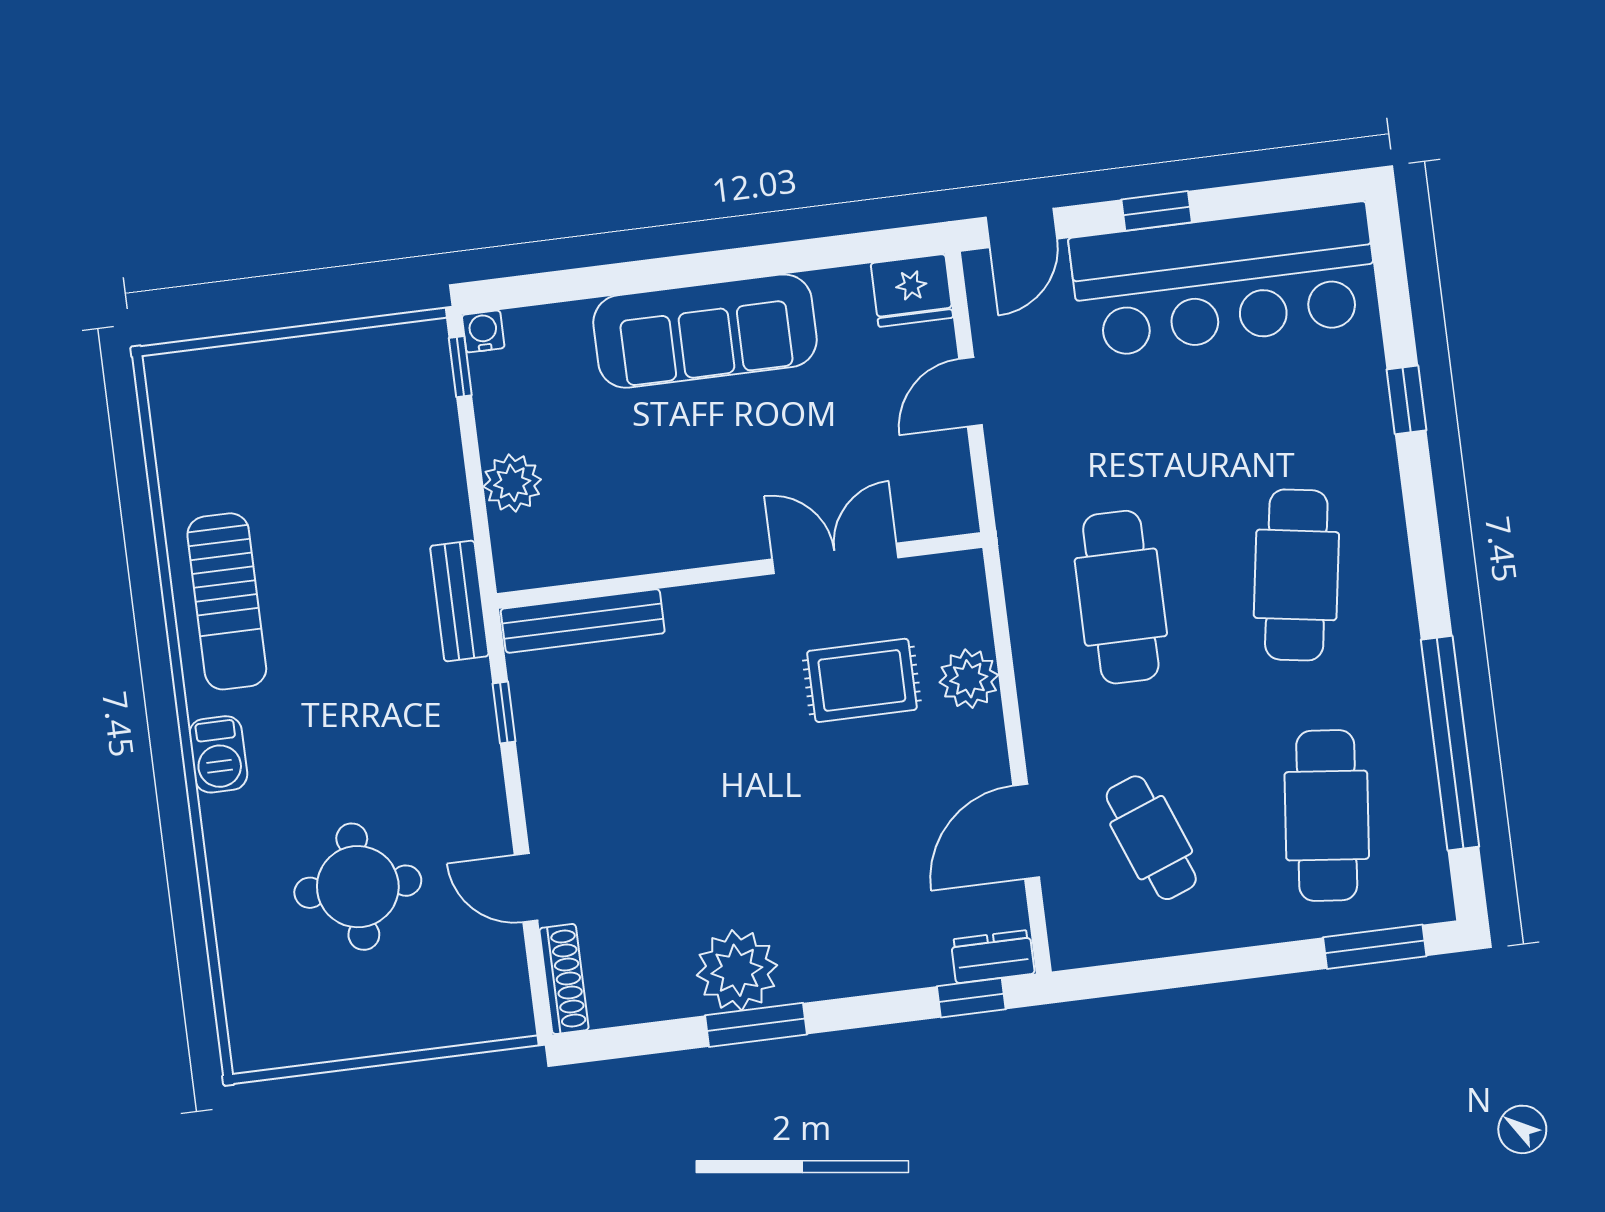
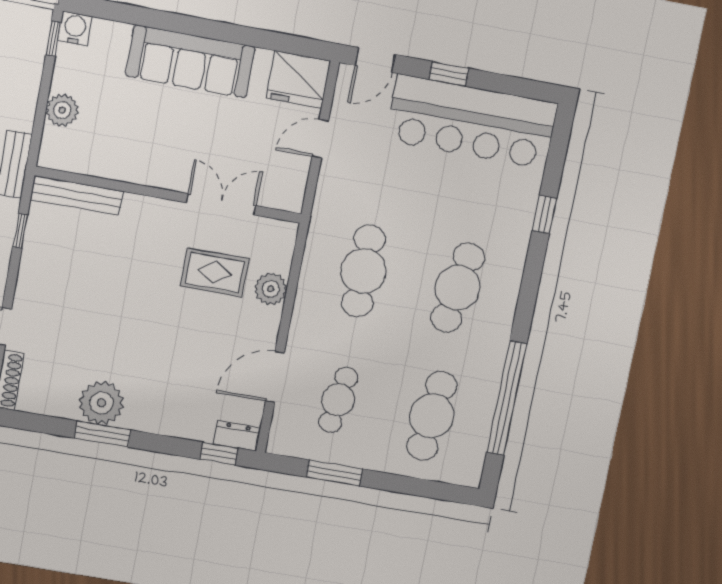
fridge: (912, 290) -> (298, 79), width x1.36, depth x1.34
water cooler: (483, 331) -> (75, 28), width x1.38, depth x1.38
cafe table: (1151, 838) -> (338, 400), turned 30
window: (1375, 947) -> (334, 473), moved

